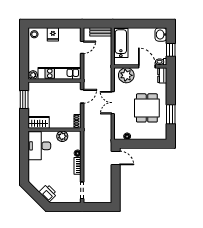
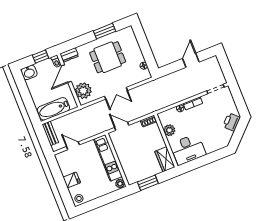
door: (116, 158) -> (191, 60), moved

